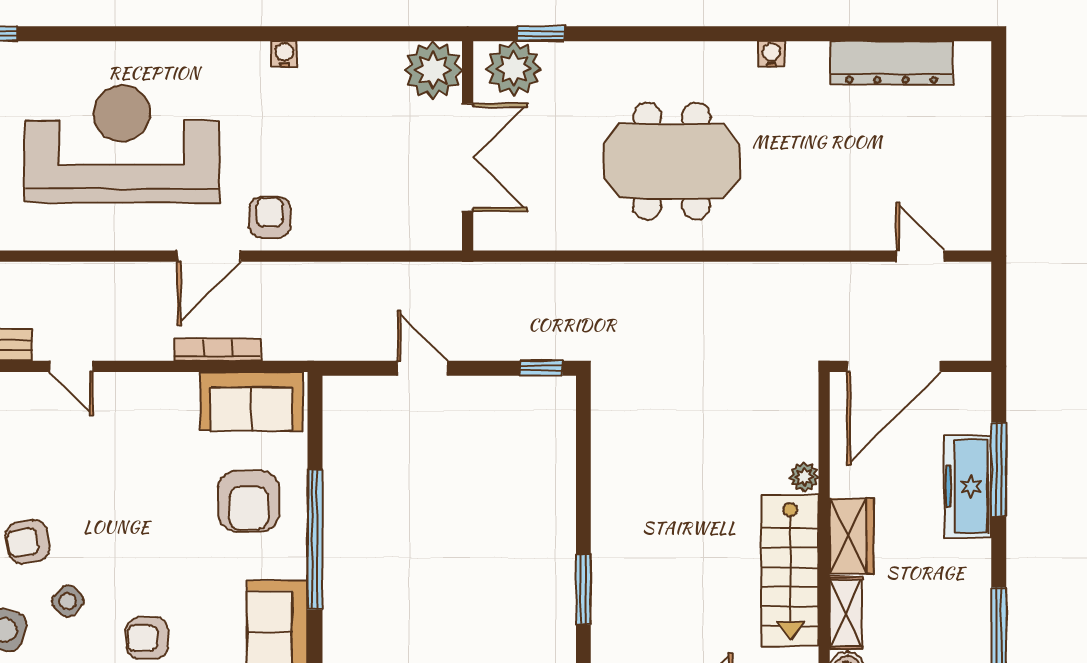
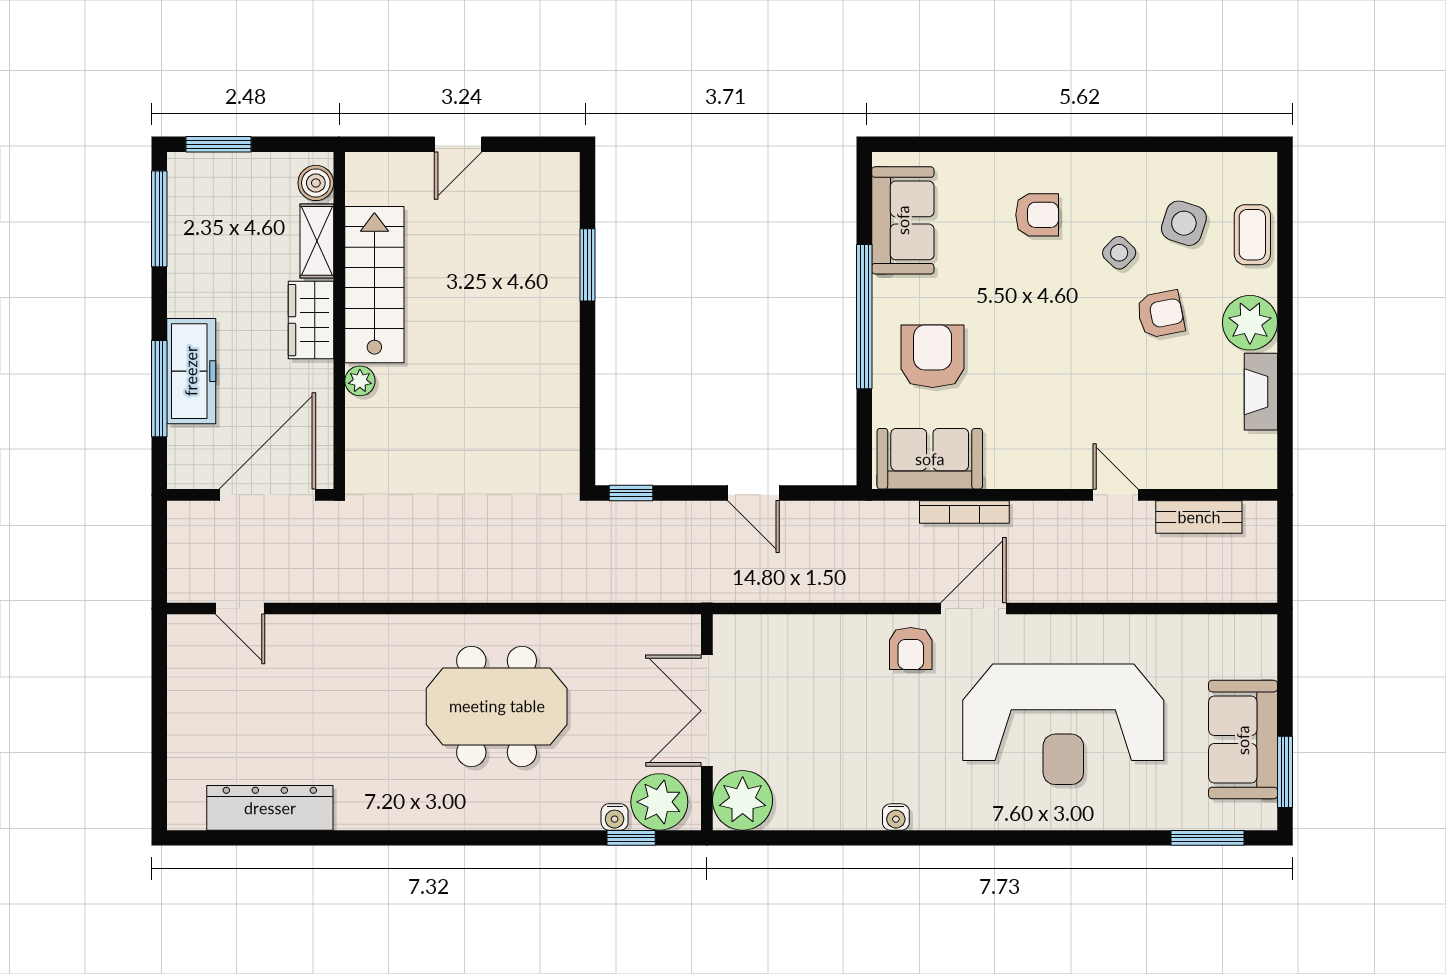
water cooler: (771, 54) -> (615, 817), moved

